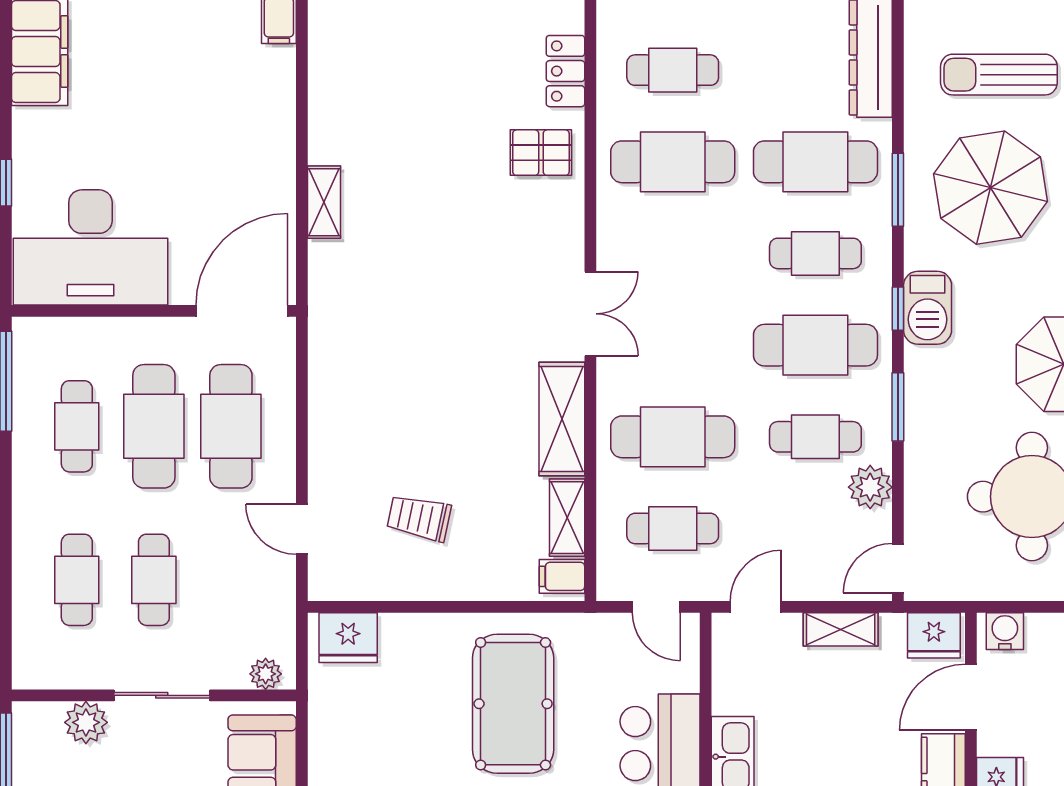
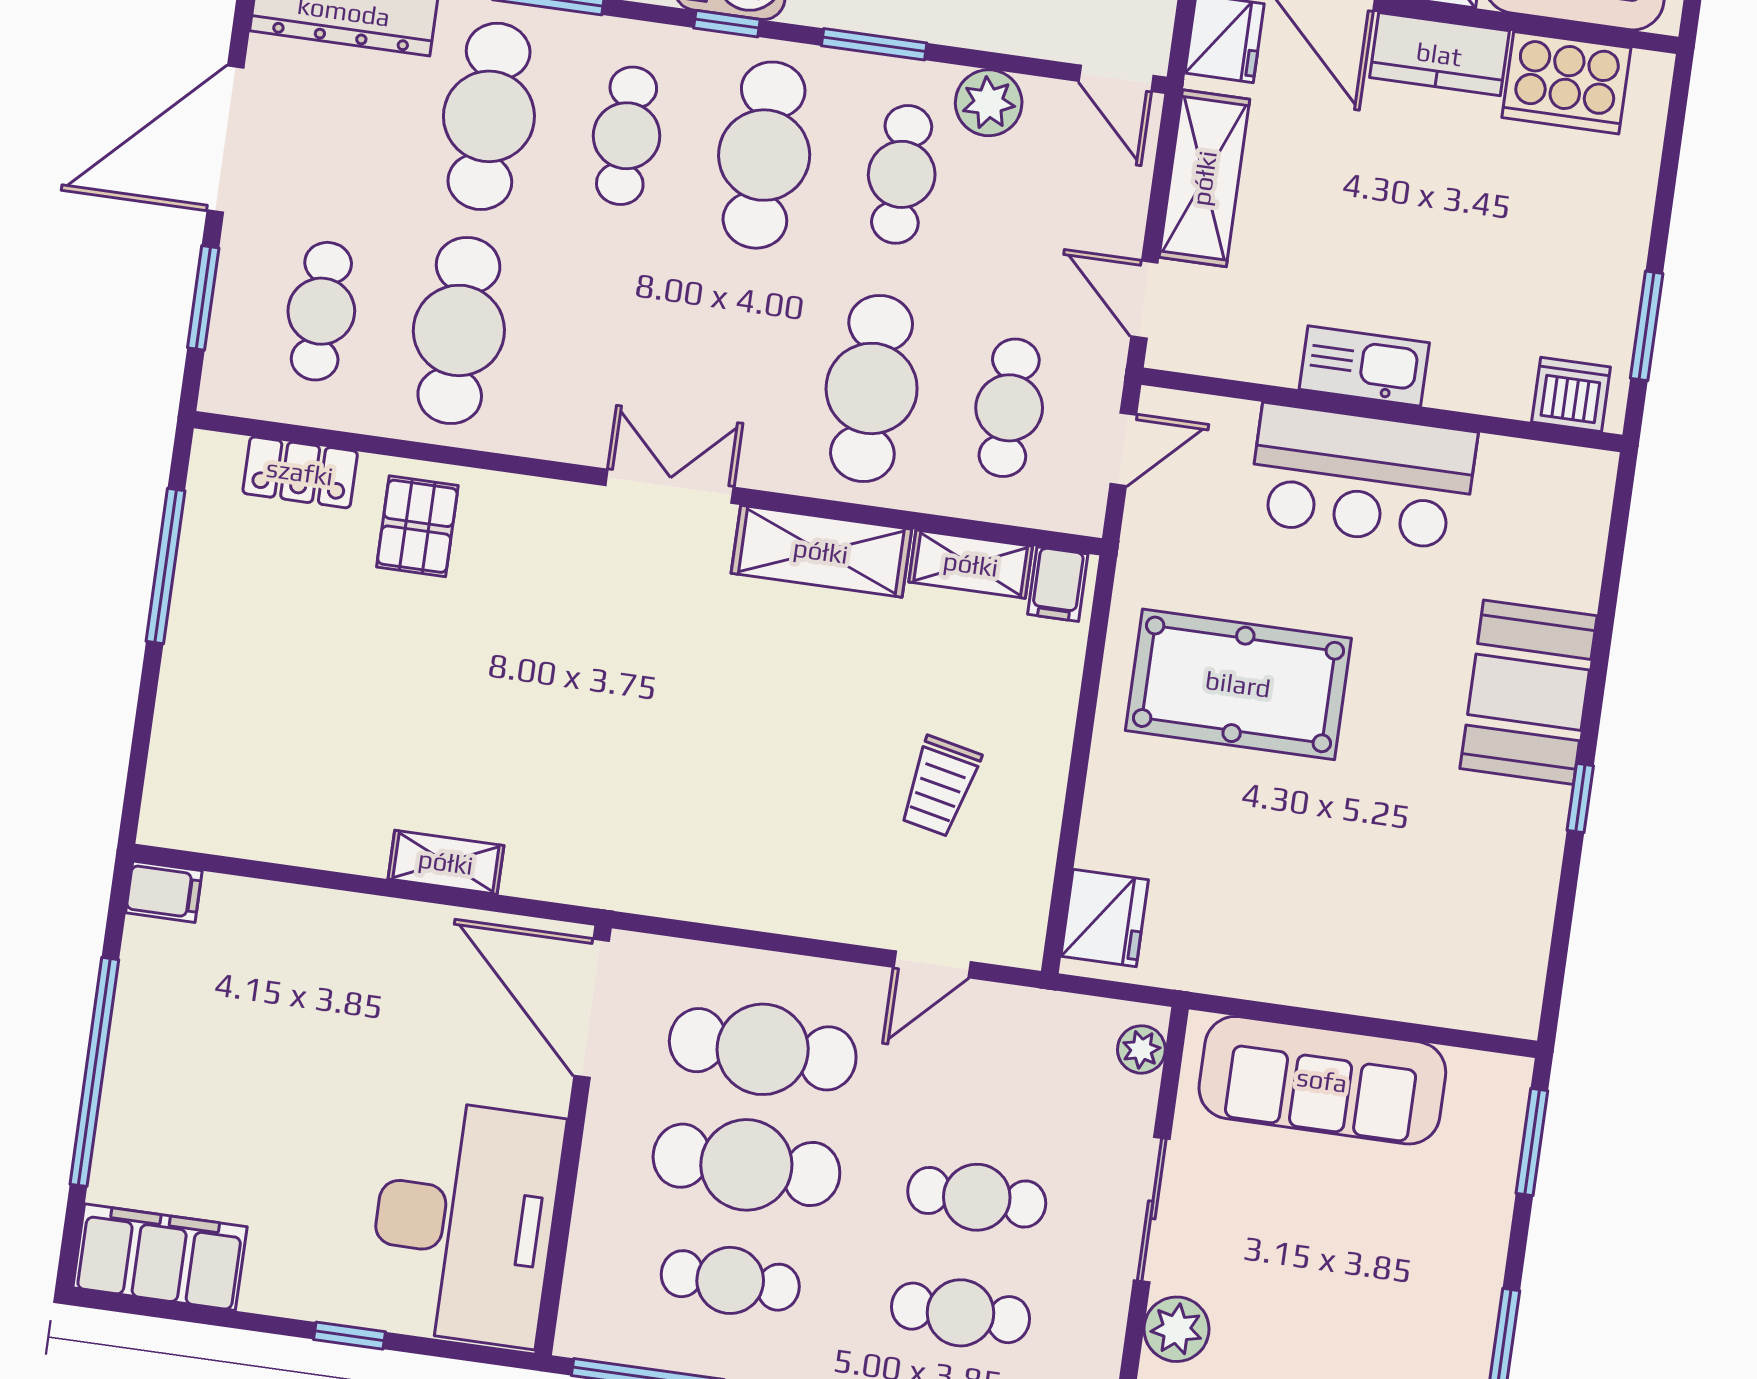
shelving: (841, 629) -> (1204, 178), width x1.50, depth x1.33

